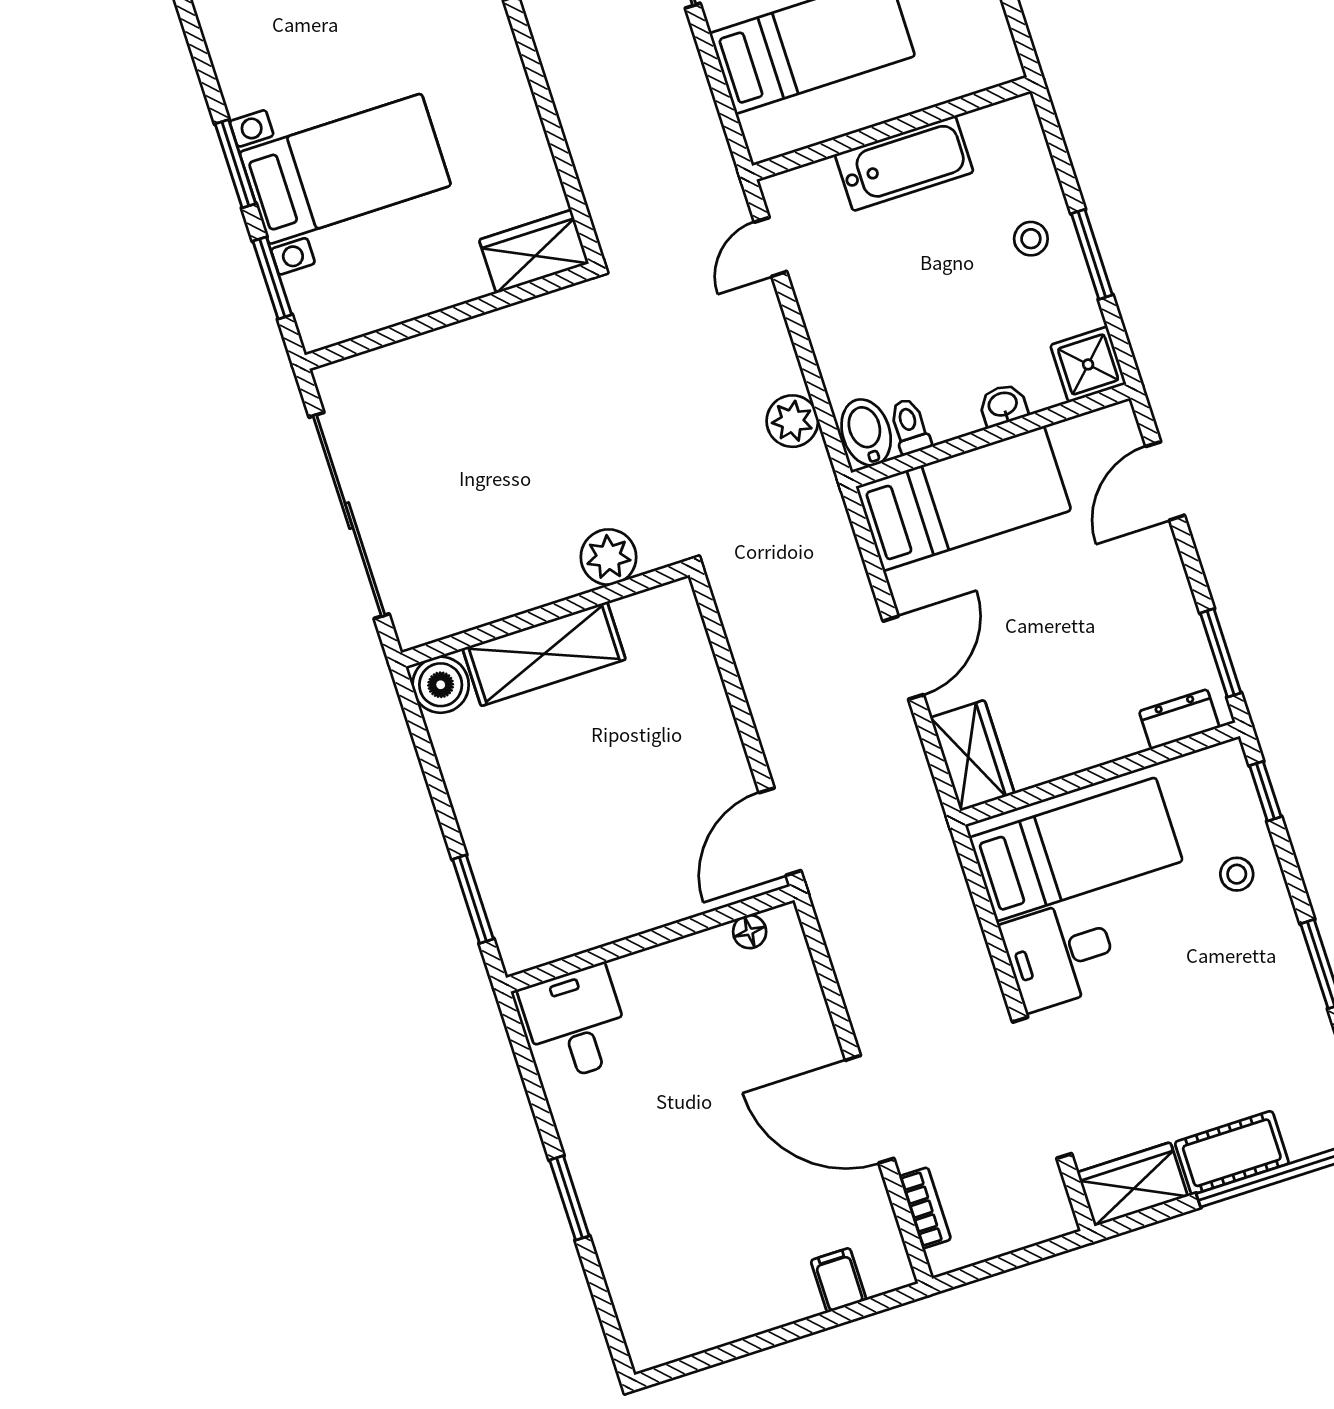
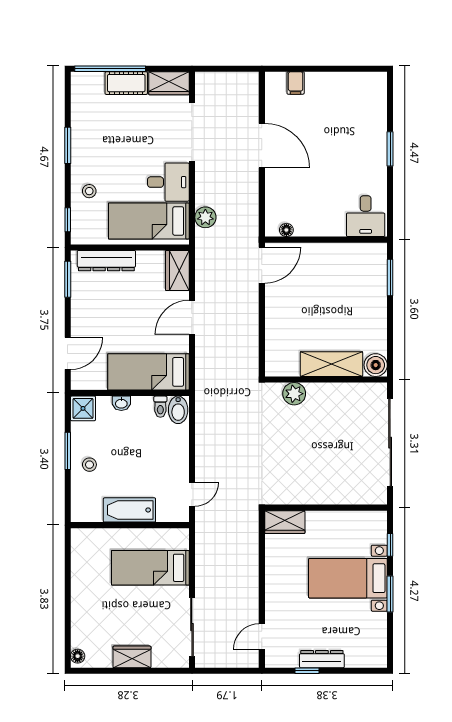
window: (272, 278) -> (390, 545), width x0.67
plant: (792, 421) -> (205, 217), moved
dresser: (1179, 719) -> (106, 261), width x1.96, depth x1.24
bookcase: (925, 1208) -> (253, 100), removed

